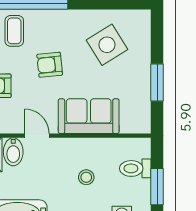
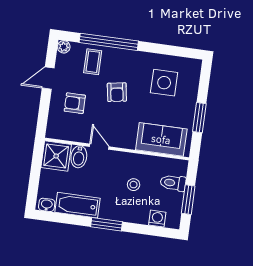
side table: (107, 45) -> (164, 83), turned 32
armchair: (50, 65) -> (117, 92), turned -93
sofa: (89, 116) -> (161, 139), moved

